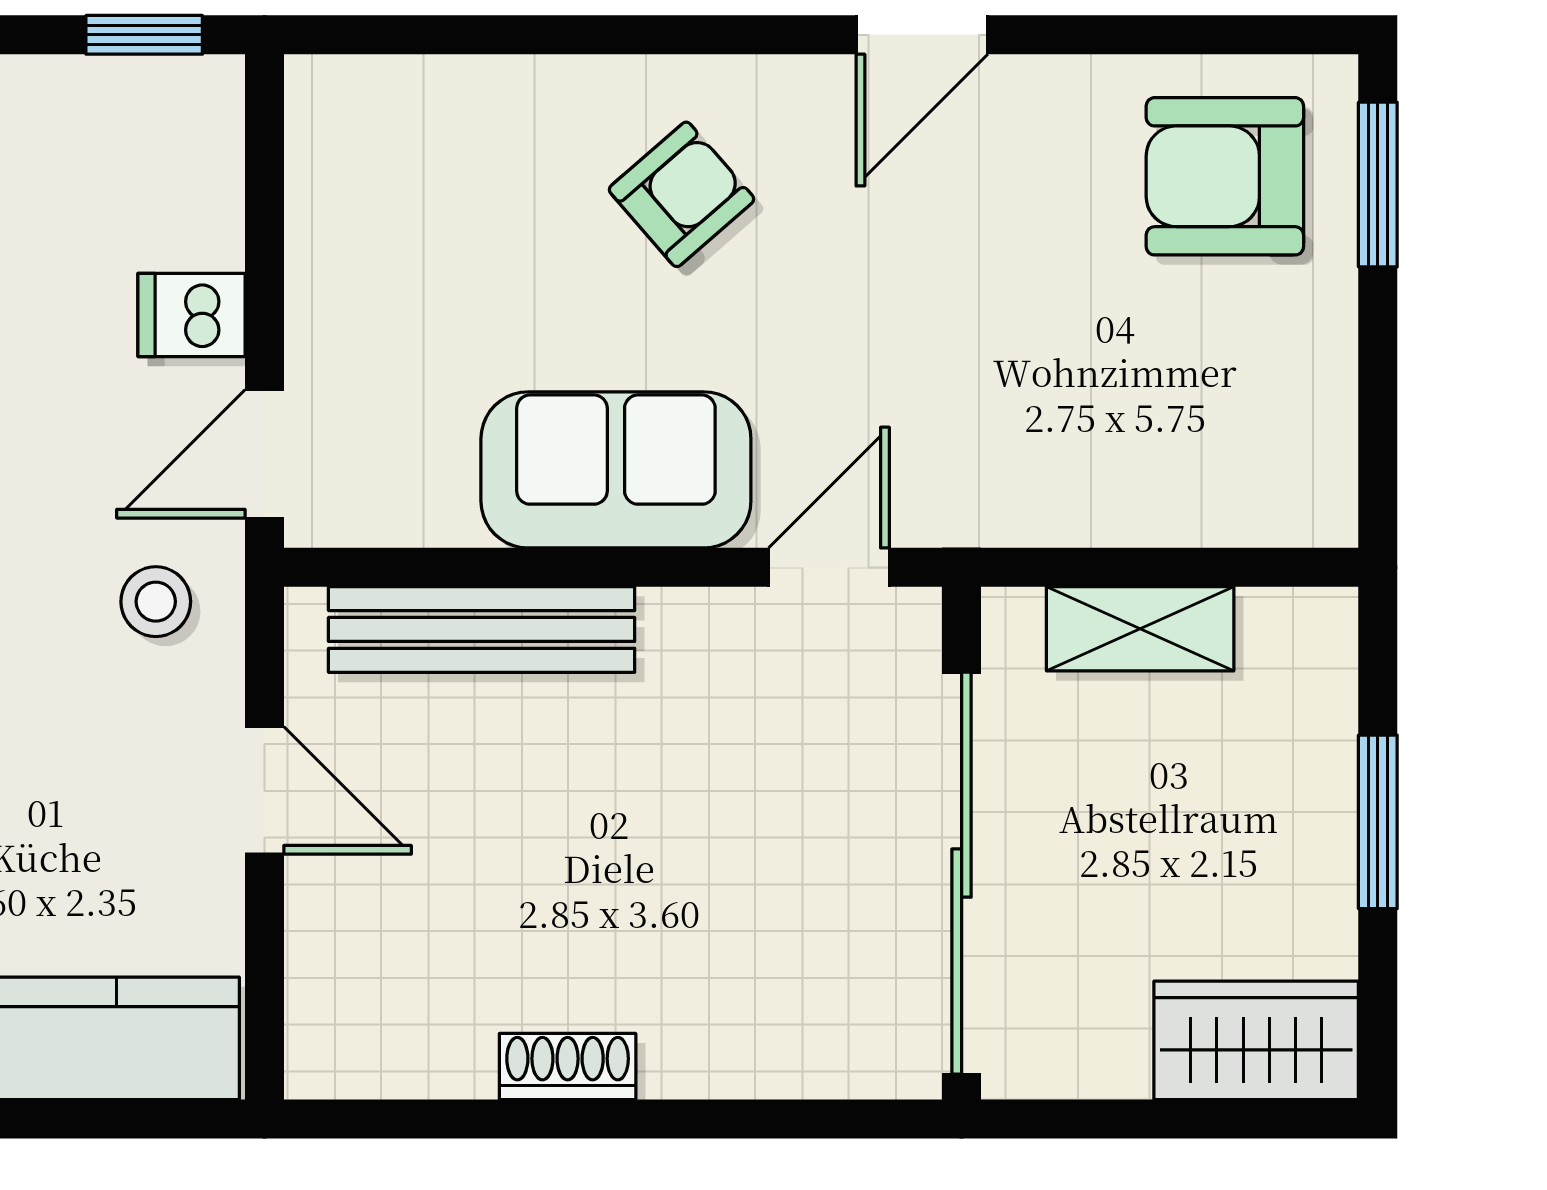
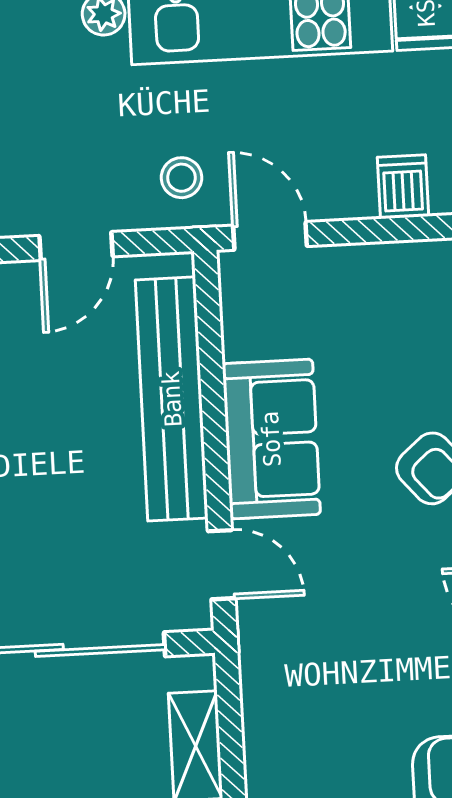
dishwasher: (191, 315) -> (403, 187), moved
bench: (482, 629) -> (172, 399), width x1.37, depth x1.21

